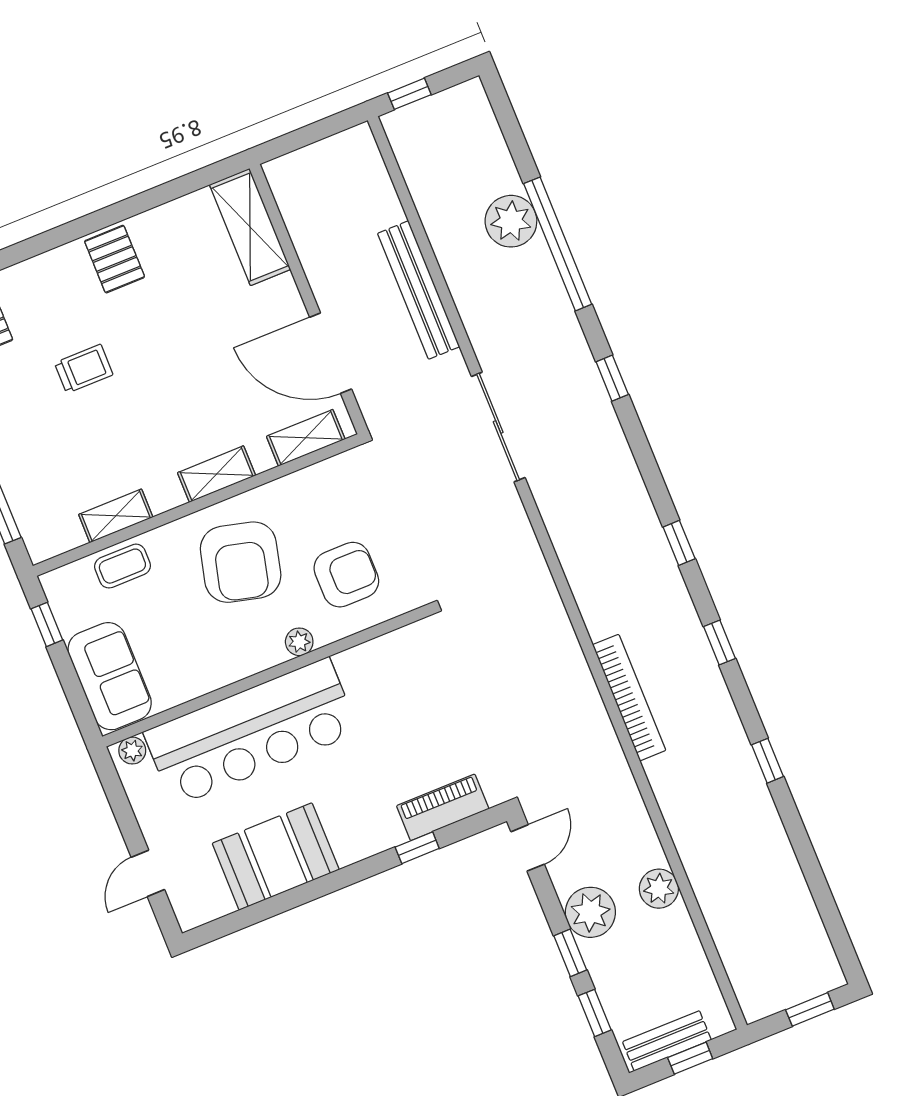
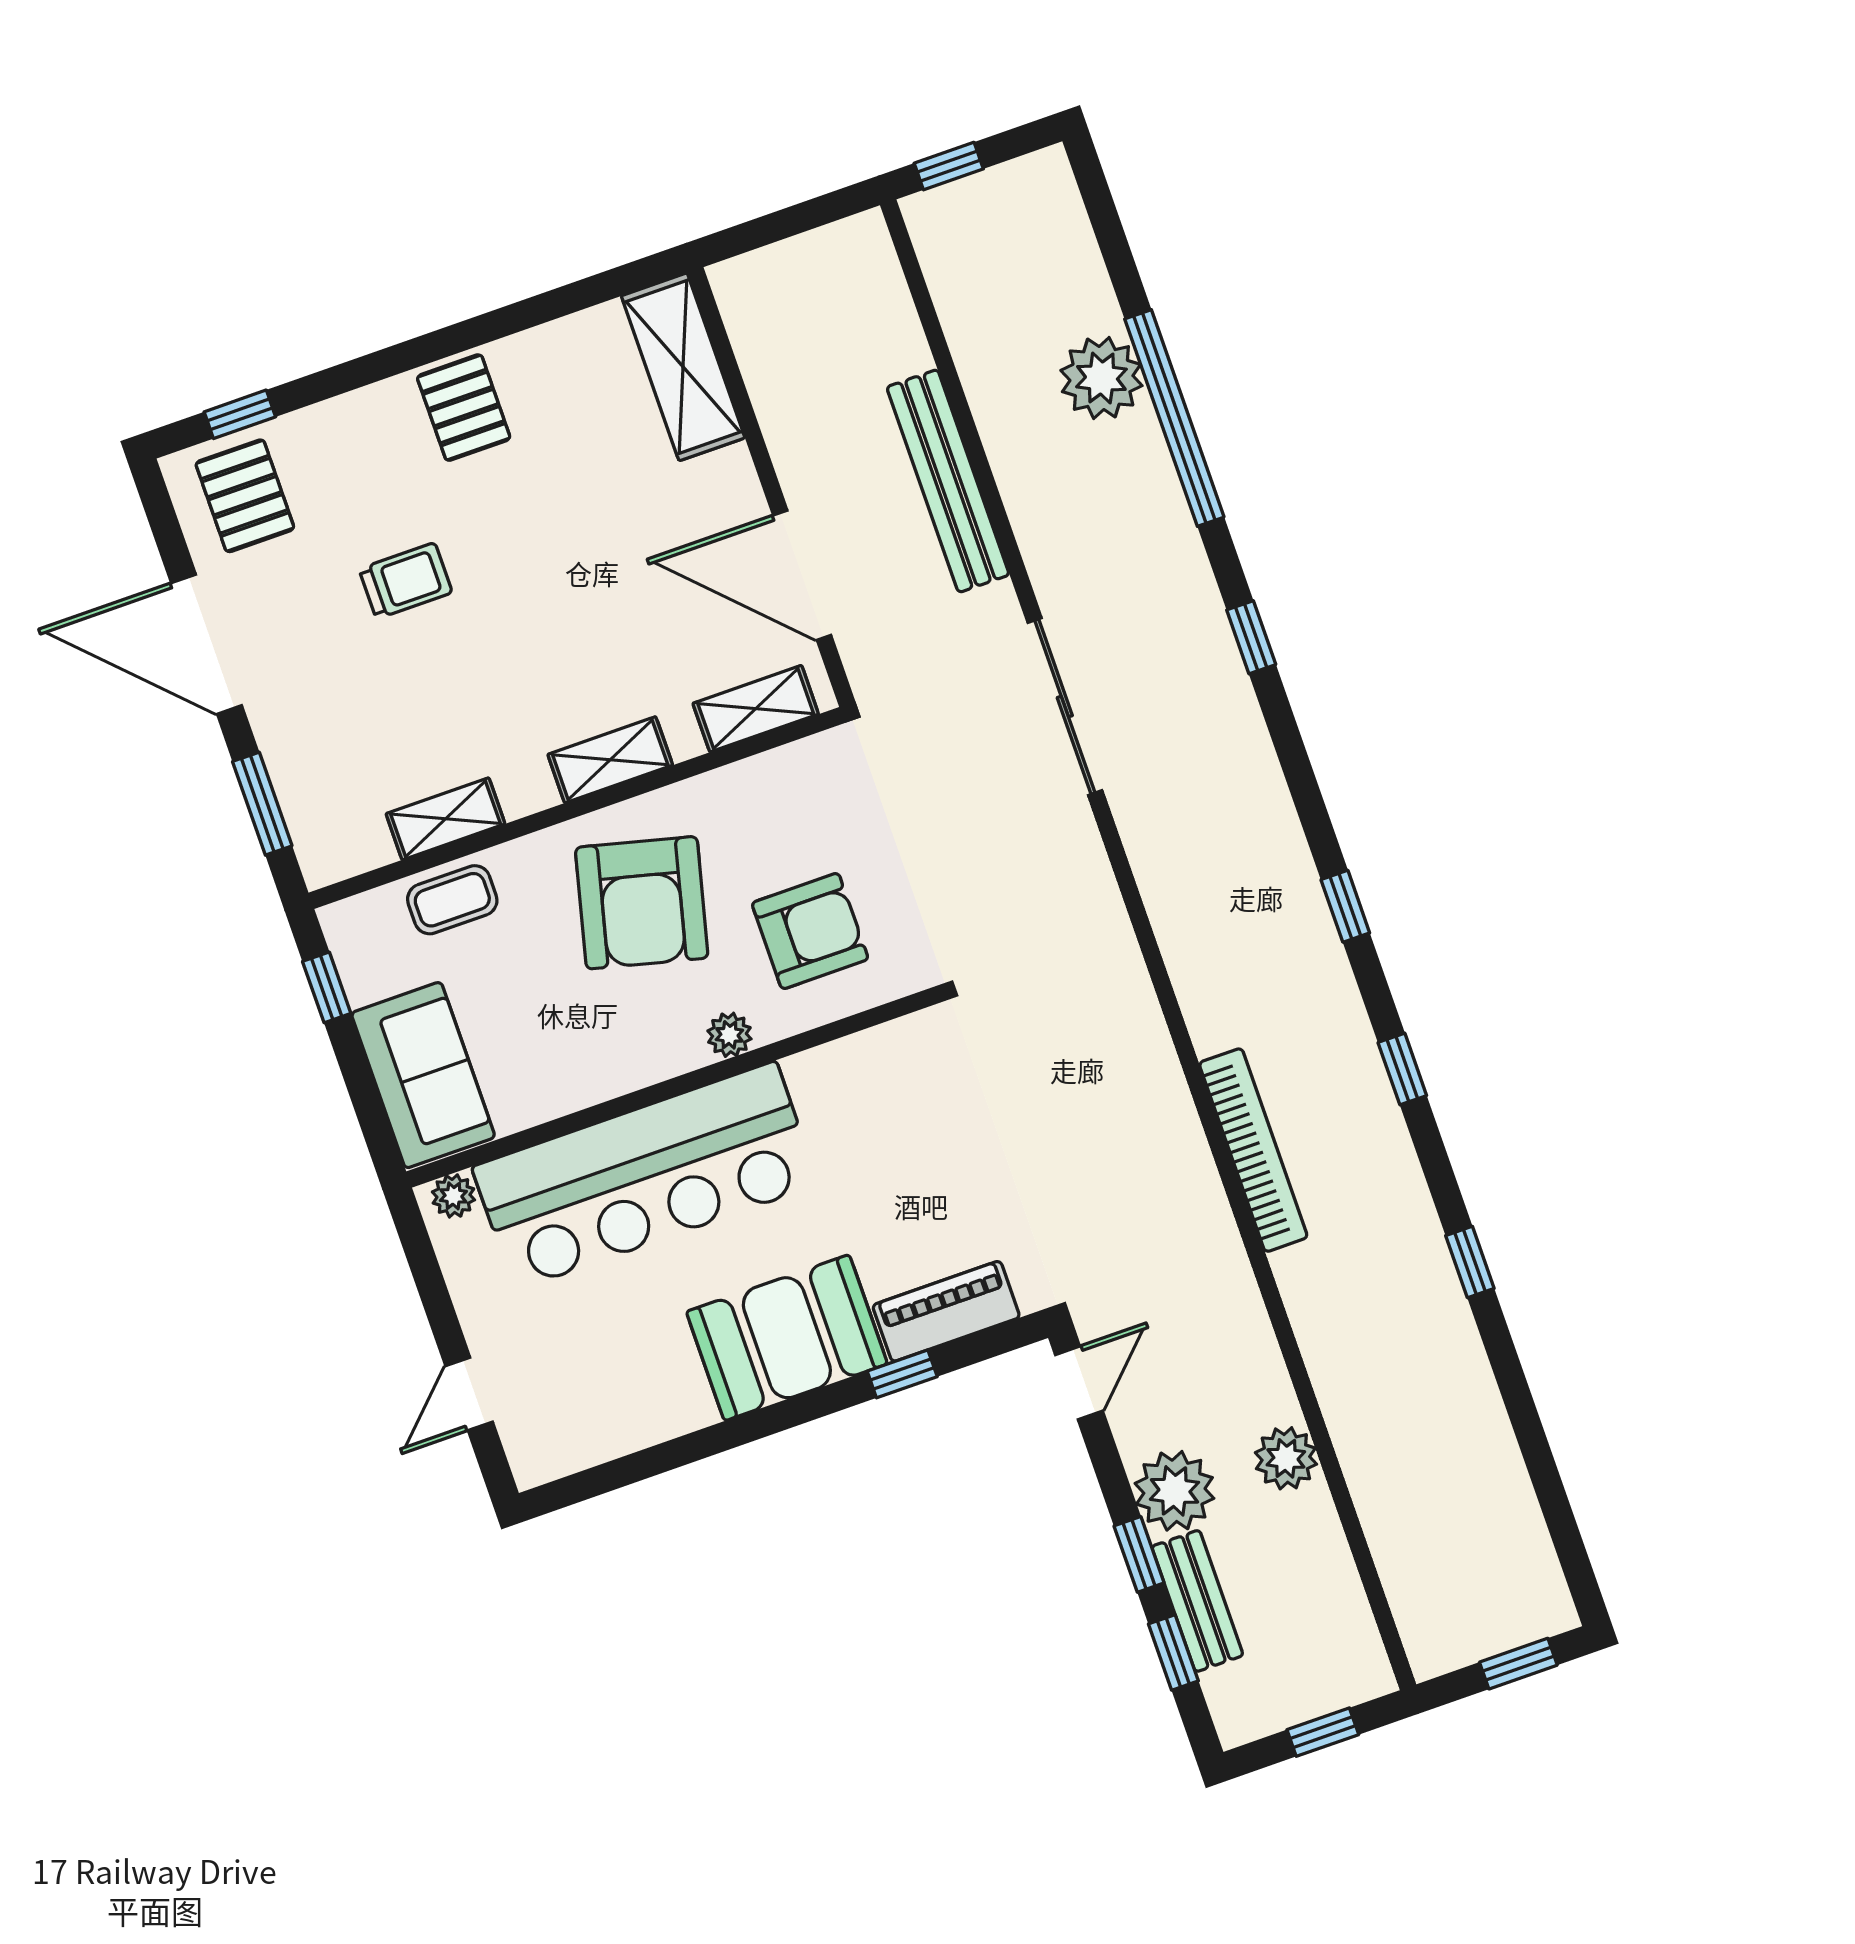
booth: (276, 857) -> (787, 1338), moved
bench: (667, 1041) -> (1197, 1601), moved, turned 90

